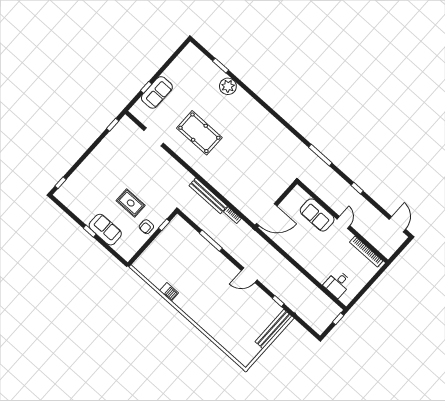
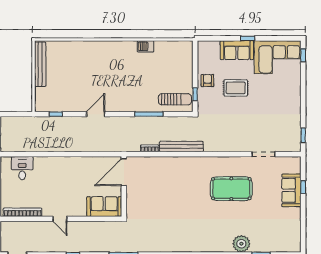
corner sofa: (80, 198) -> (278, 57), added
sofa: (317, 215) -> (104, 207), moved
sun lounger: (182, 234) -> (175, 99), added
bench: (273, 329) -> (40, 64), moved

